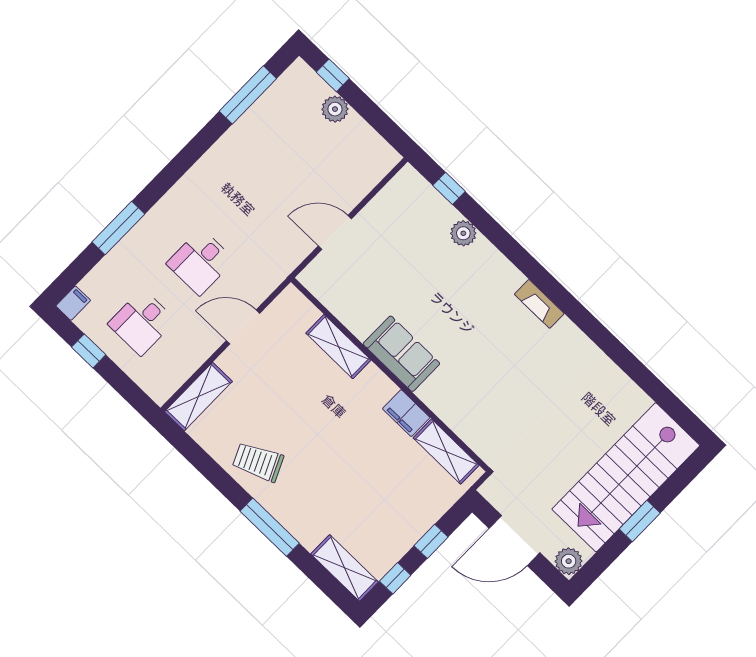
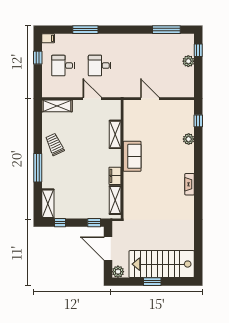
window: (431, 541) -> (94, 223), moved

